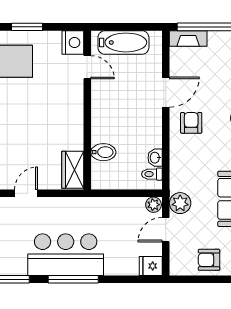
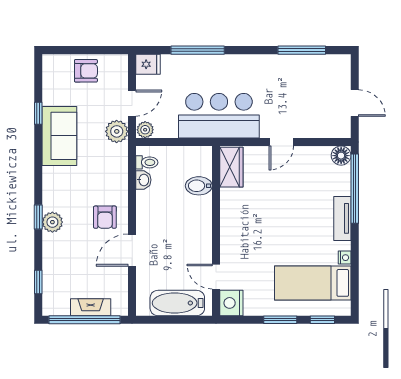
fireplace: (188, 38) -> (91, 307), moved
bar counter: (66, 255) -> (219, 116), moved, turned 180
window: (73, 279) -> (198, 50), moved

